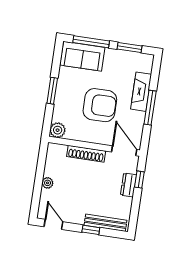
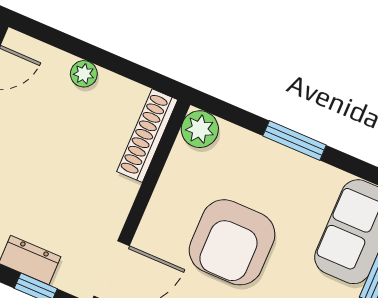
shoe rack: (86, 154) -> (147, 136), moved

